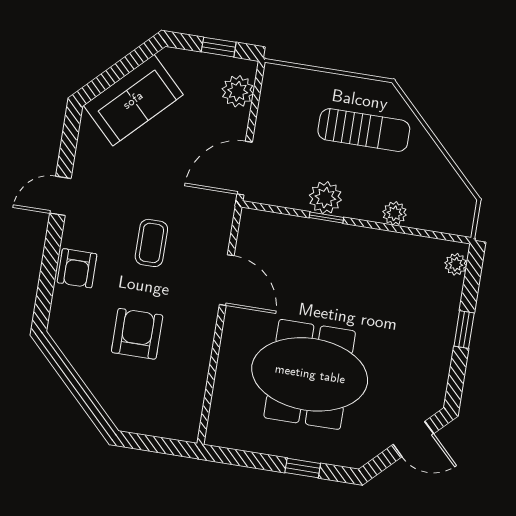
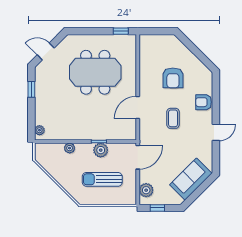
sun lounger: (364, 130) -> (102, 179), moved
armchair: (77, 268) -> (204, 102), turned -90
door: (227, 280) -> (138, 107), hinge flipped
window: (464, 330) -> (31, 89), moved
window: (303, 468) -> (121, 31), moved

